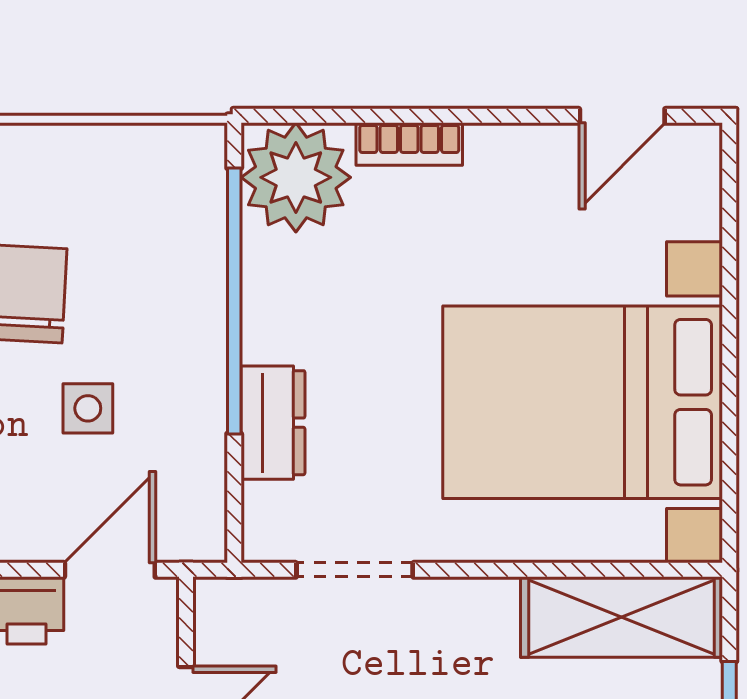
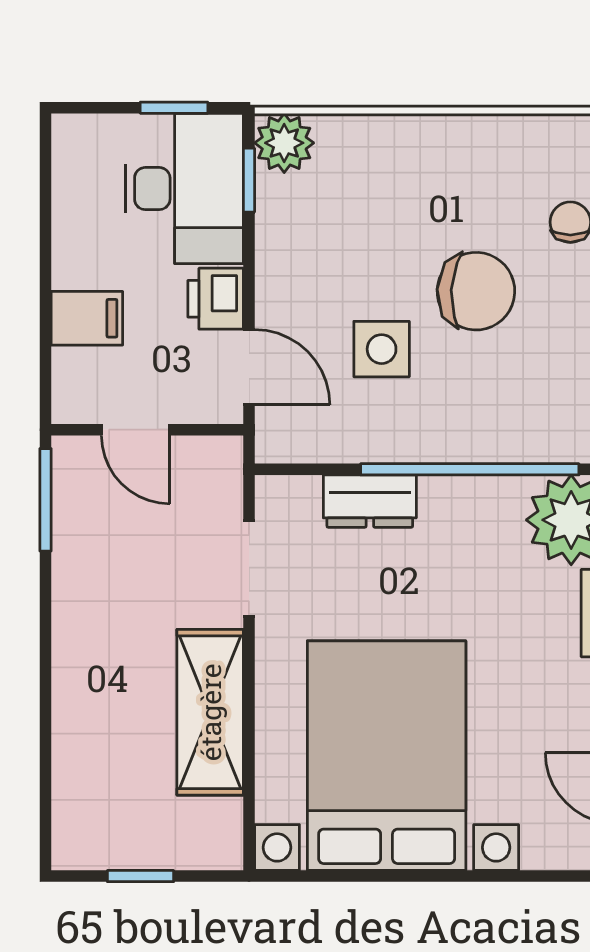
side table: (88, 408) -> (382, 349), width x1.37, depth x1.37
shelving: (622, 617) -> (210, 712), moved

